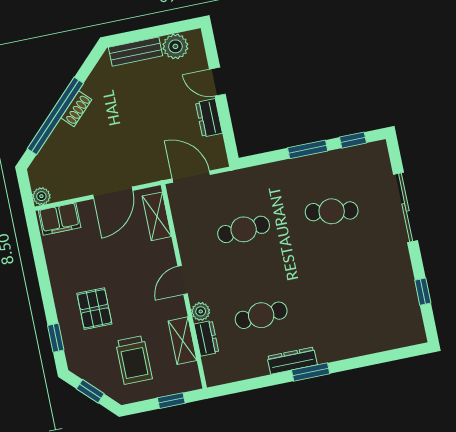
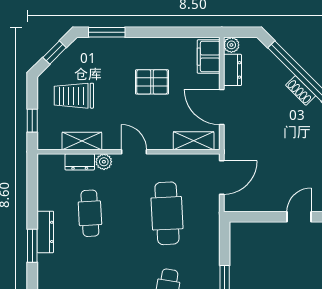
dresser: (209, 118) -> (233, 70), moved, turned 90
cafe table: (244, 229) -> (167, 213), width x1.37, depth x1.35
pallet: (94, 309) -> (152, 82), moved
window: (56, 338) -> (107, 32), width x1.50

